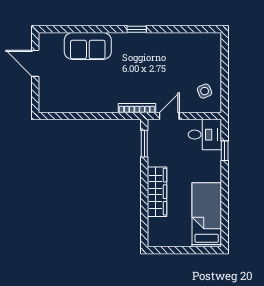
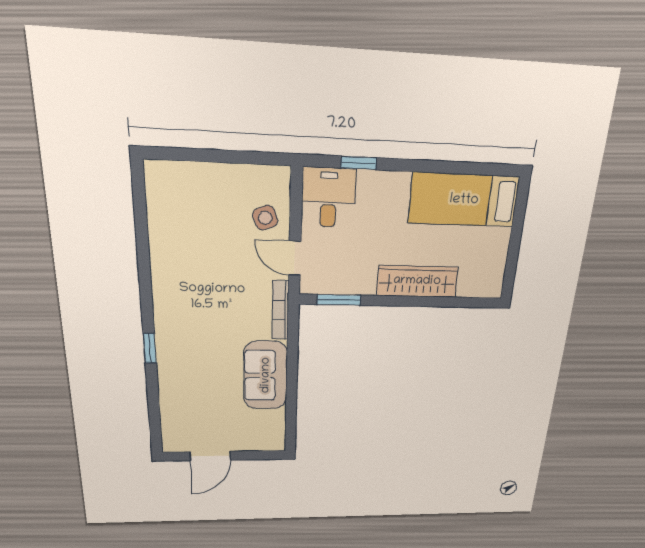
window: (137, 29) -> (150, 348), moved
sofa: (88, 46) -> (266, 375), moved, turned 180
side table: (205, 91) -> (265, 218), moved

